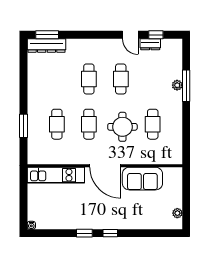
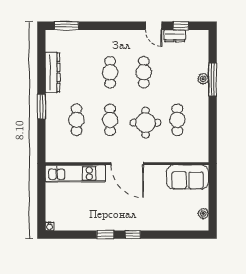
dresser: (46, 45) -> (52, 72), moved, turned -90
window: (23, 126) -> (41, 107), moved
sofa: (142, 179) -> (188, 177), moved

